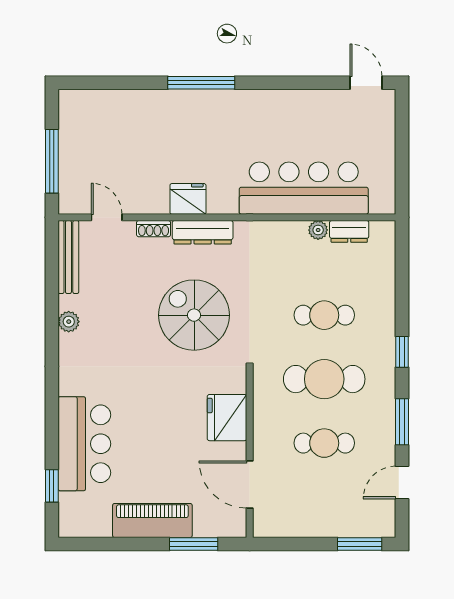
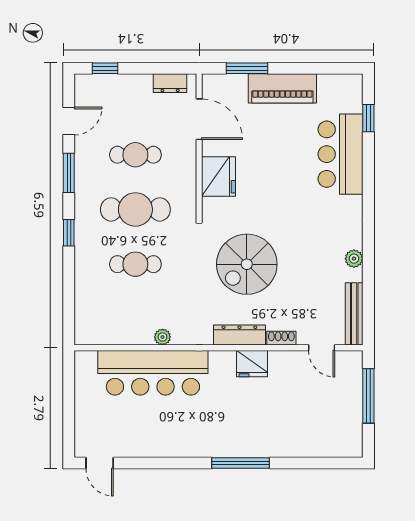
plant: (318, 230) -> (162, 337), moved
dresser: (349, 231) -> (170, 83), moved, turned 180
spiral stairs: (194, 315) -> (247, 264), turned 90
window: (360, 544) -> (105, 68), width x0.67

